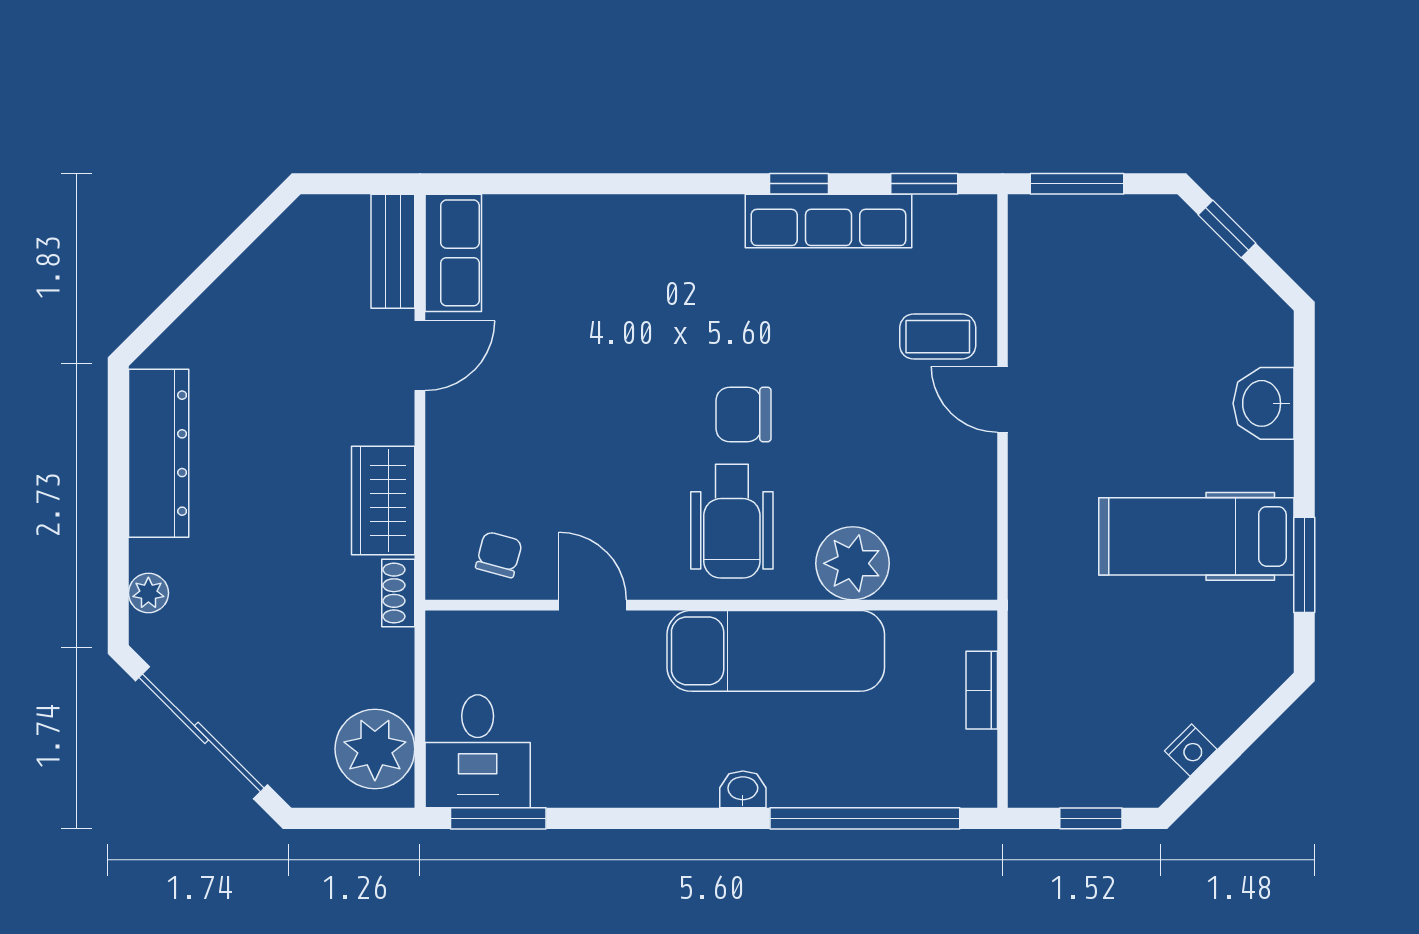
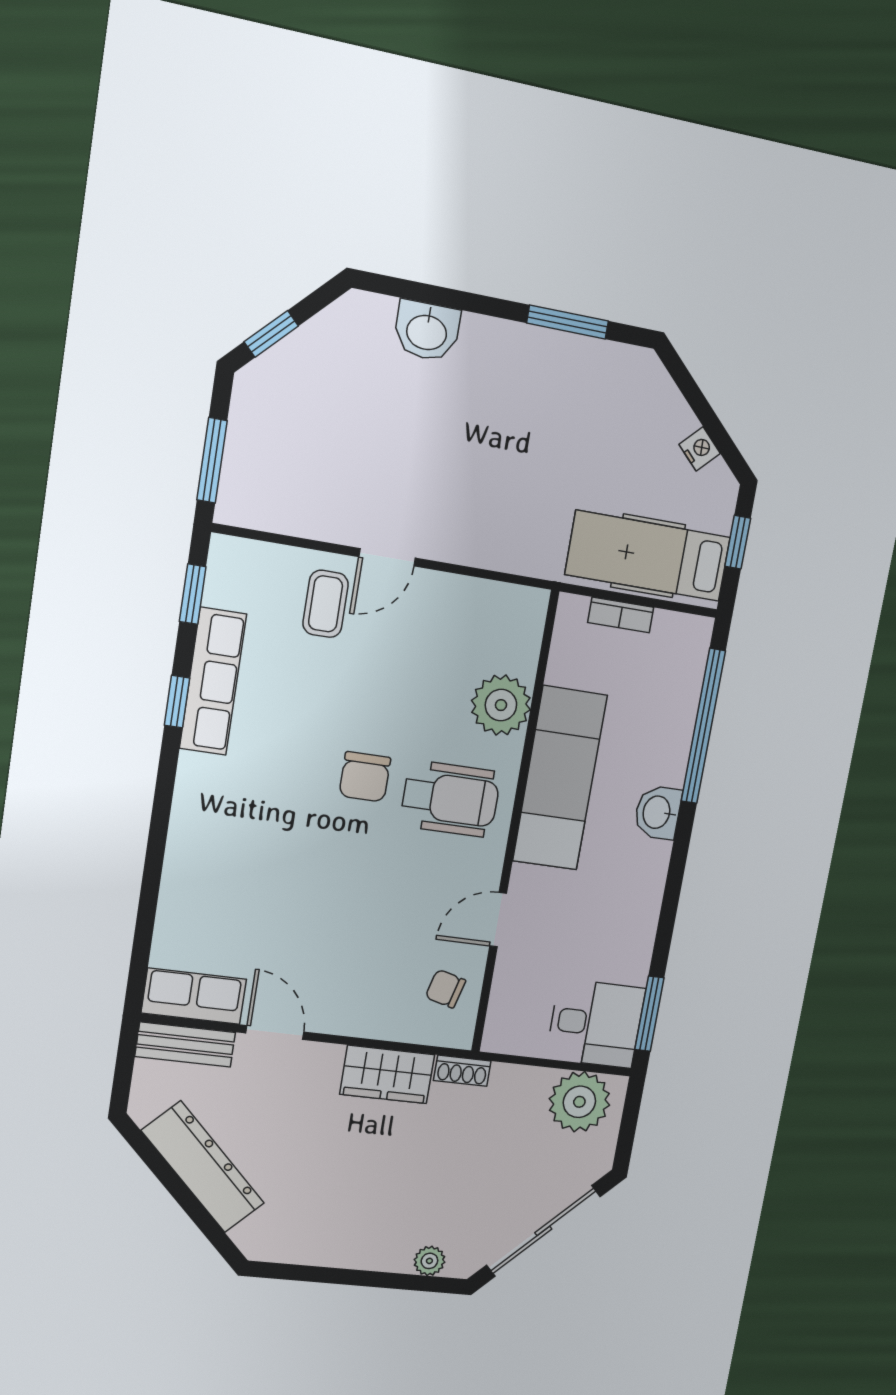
dresser: (159, 453) -> (203, 1167), moved, turned 45
hospital bed: (1196, 536) -> (648, 556), moved, turned 90
washbasin: (743, 789) -> (658, 812), width x1.38, depth x1.45

